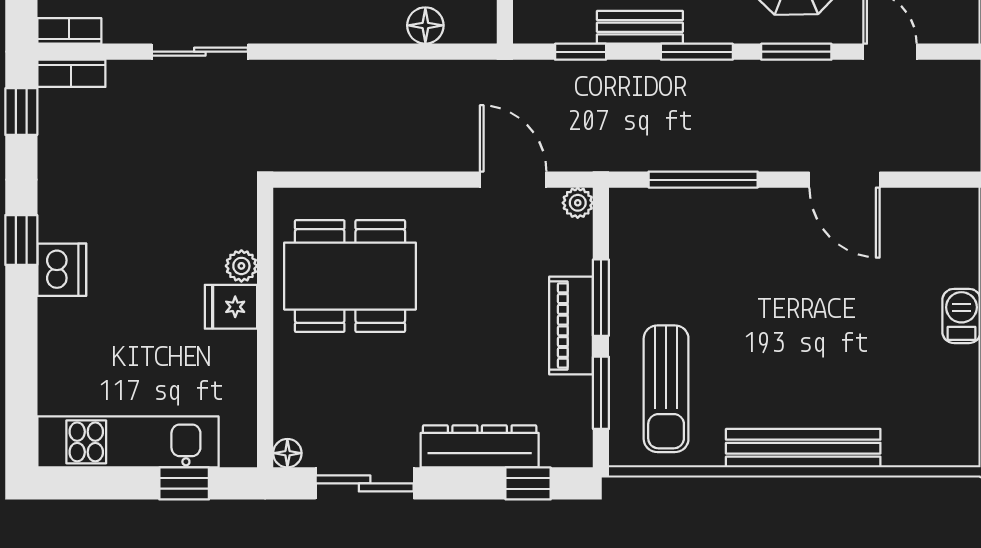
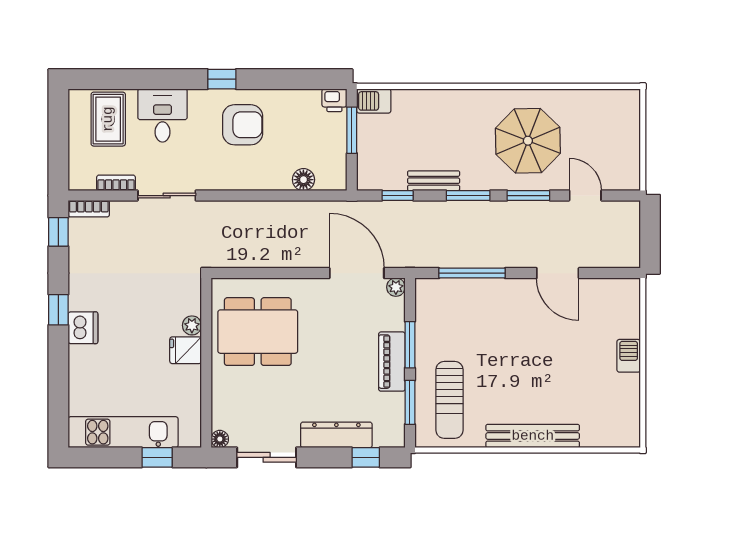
bookcase: (69, 31) -> (116, 183), moved
door: (513, 180) -> (357, 273), width x1.36

